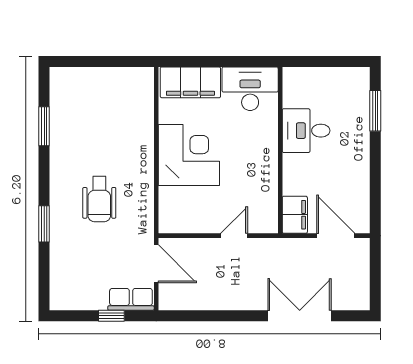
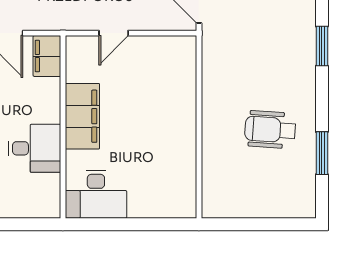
filing cabinet: (190, 82) -> (82, 116), moved, turned 90
corner desk: (189, 155) -> (163, 122), removed
wheelchair: (99, 199) -> (270, 130), moved, turned -86

